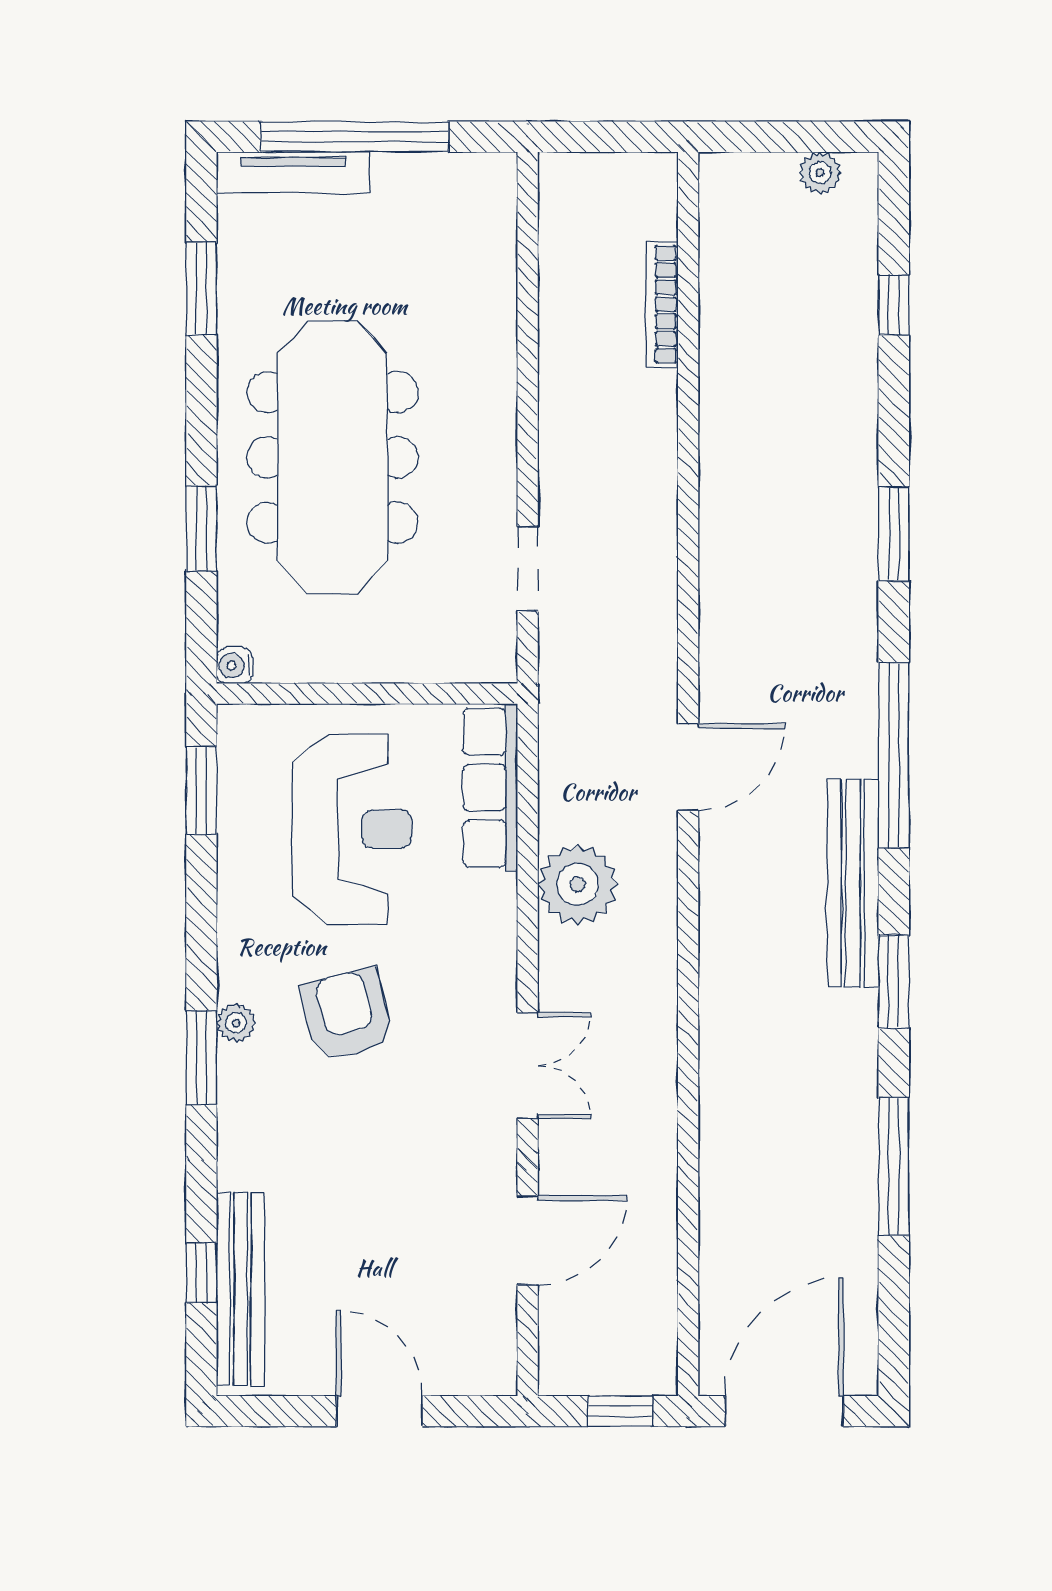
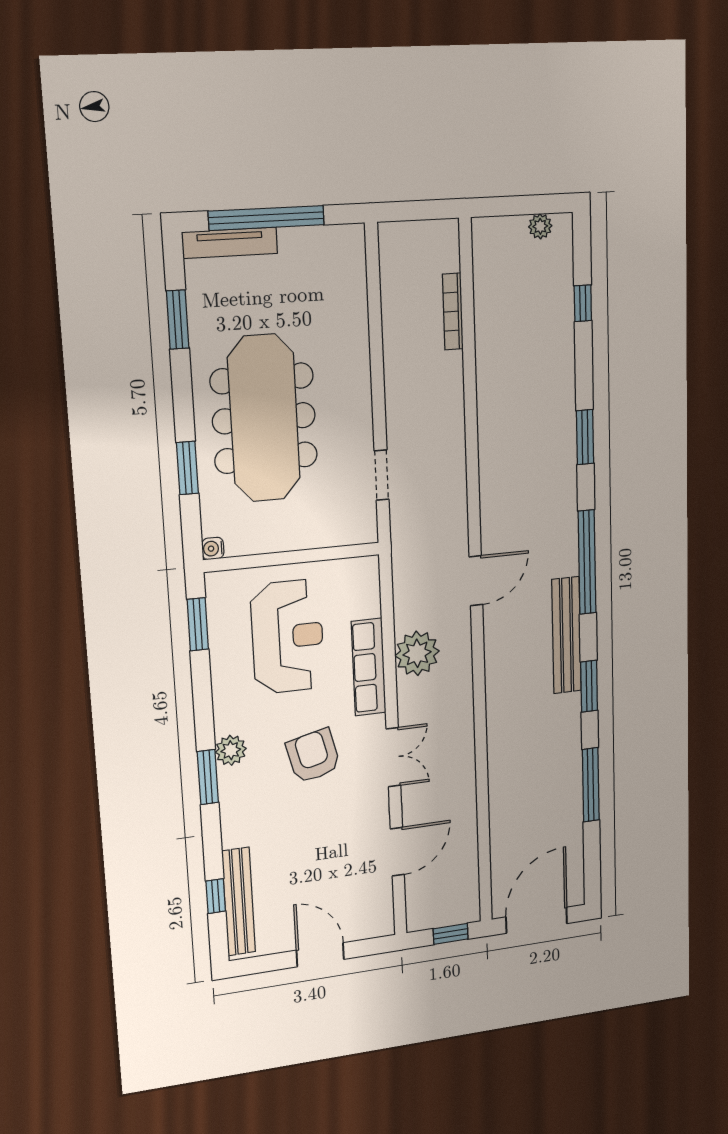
row of seats: (490, 788) -> (369, 667), moved
armchair: (347, 1015) -> (313, 756), moved
plant: (236, 1023) -> (231, 750), width x1.38, depth x1.38

